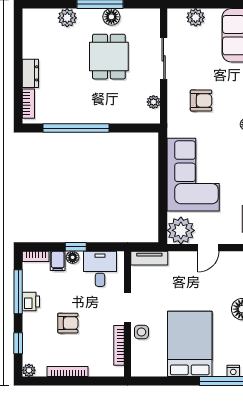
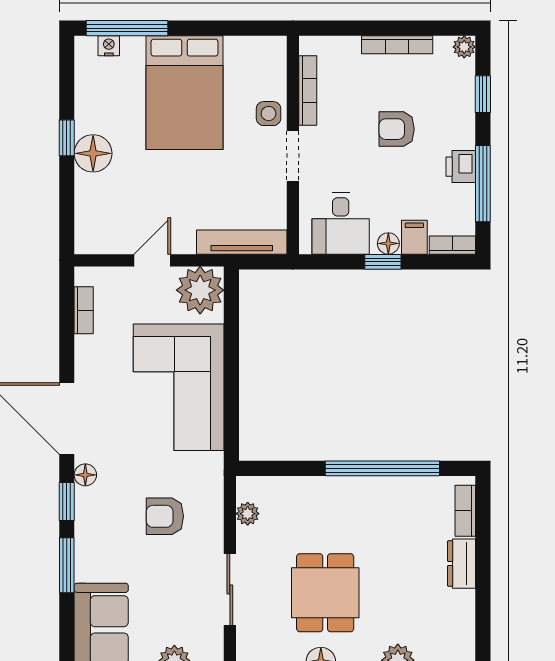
tv unit: (149, 258) -> (242, 242), width x1.41

